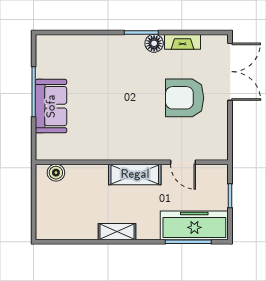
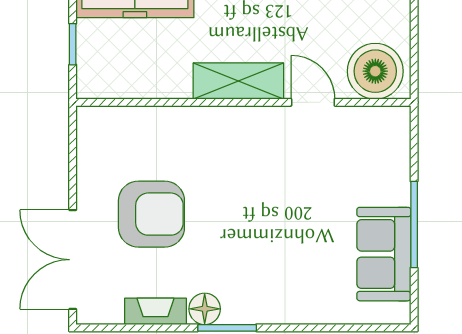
sofa: (51, 106) -> (384, 254), moved
door: (183, 162) -> (313, 102), moved
boiler: (56, 173) -> (375, 71), width x1.86, depth x1.86

